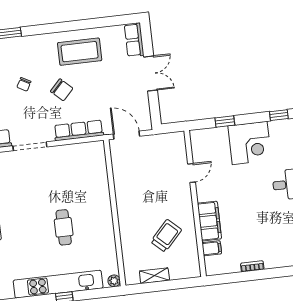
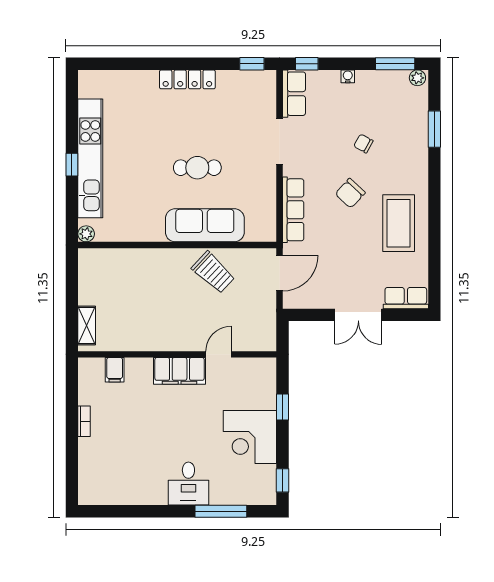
door: (192, 173) -> (219, 354), swing flipped
sofa: (98, 194) -> (205, 225), added
filing cabinet: (209, 221) -> (180, 371), moved
cafe table: (64, 227) -> (197, 168), moved
trolley: (166, 236) -> (213, 272), moved
shelving: (154, 276) -> (87, 326), moved

